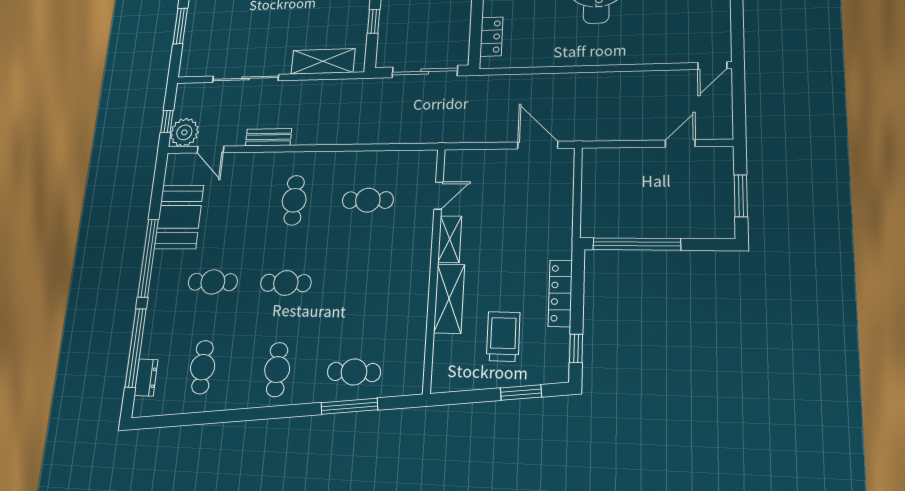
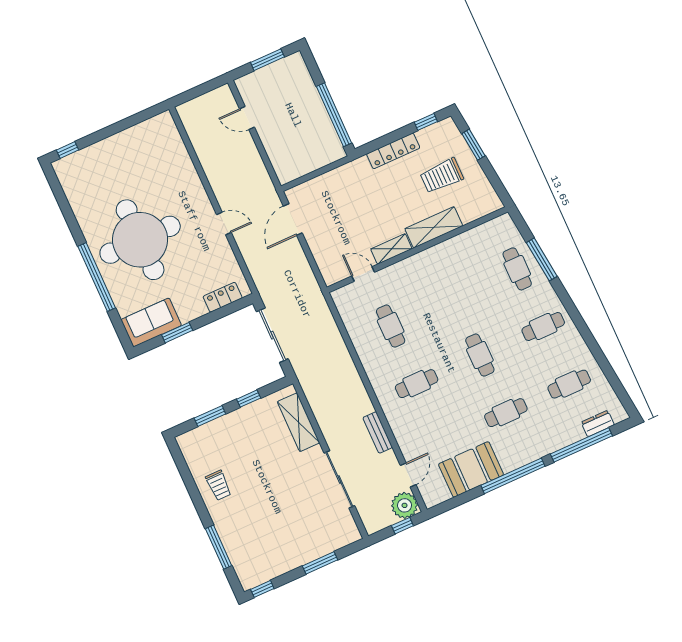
door: (712, 66) -> (224, 224), moved
cafe table: (213, 282) -> (506, 413), turned 90

